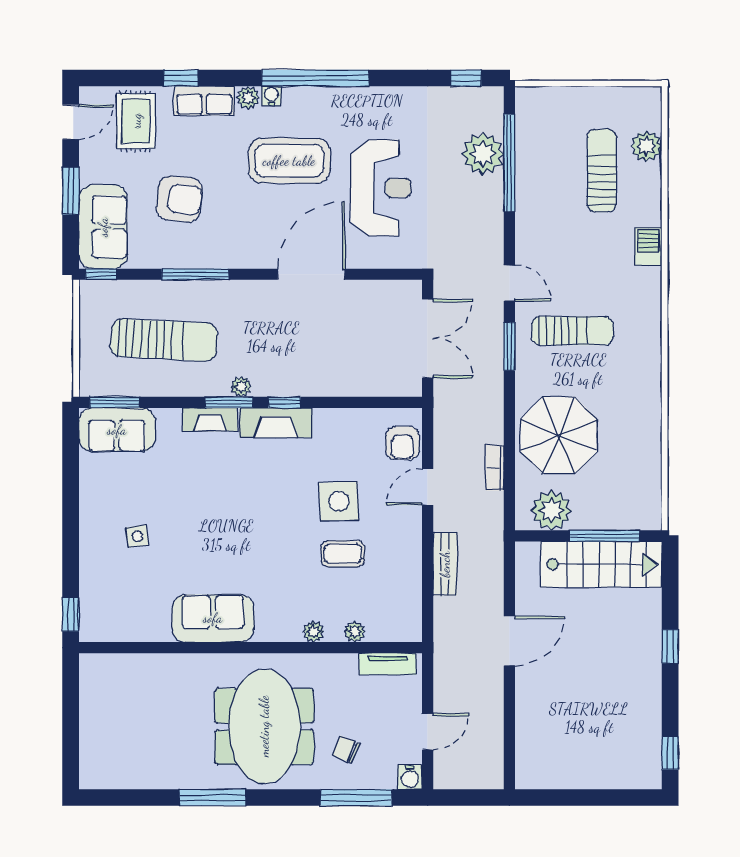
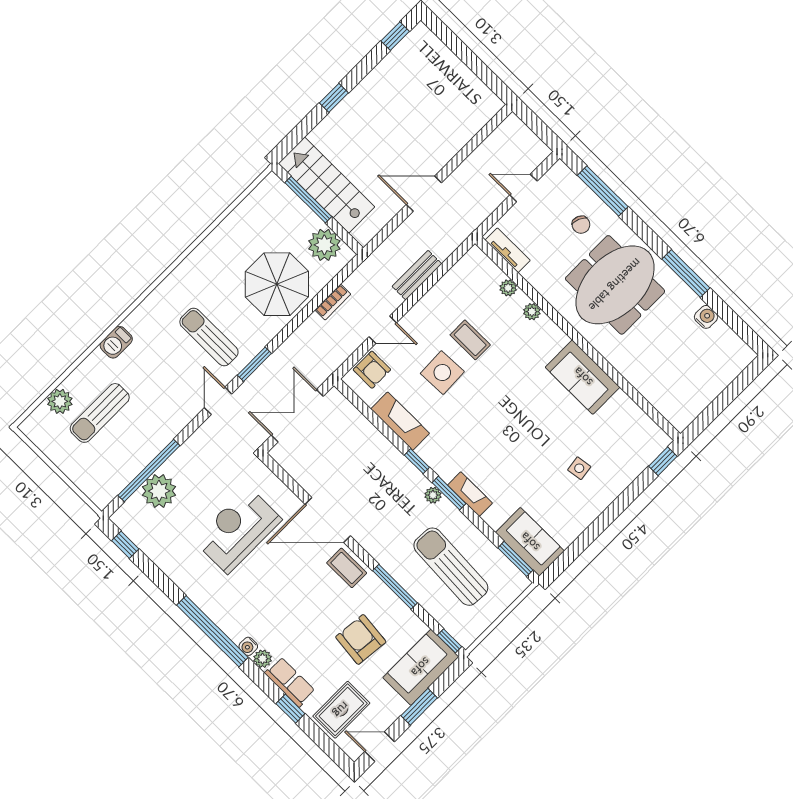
coffee table: (289, 161) -> (347, 568), moved, width x0.54, depth x0.58
fireplace: (276, 423) -> (400, 421), moved
armchair: (403, 443) -> (372, 370), turned 90
water cooler: (410, 777) -> (706, 317), moved

